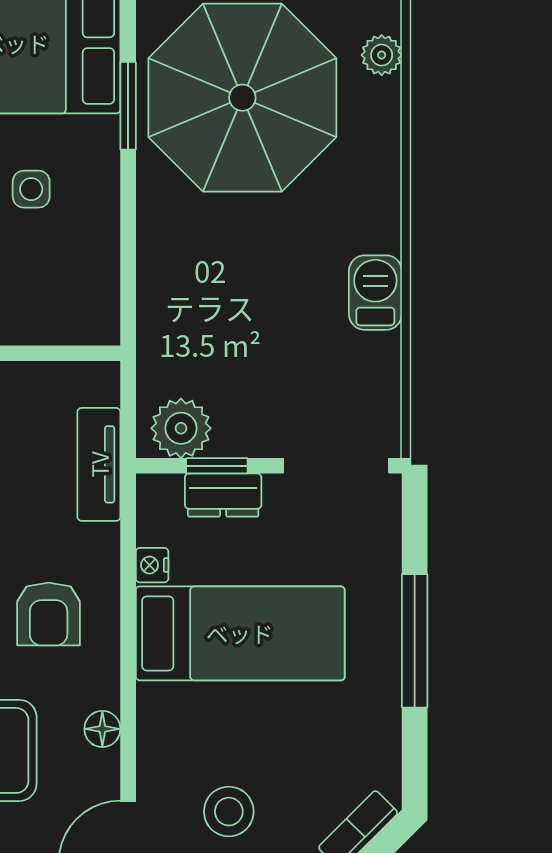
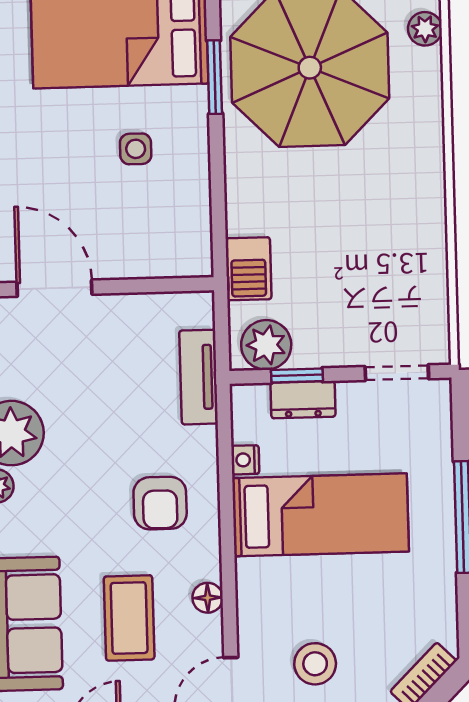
barbecue: (375, 293) -> (248, 269), moved, turned 180
doorway: (336, 466) -> (397, 373), width x0.73

